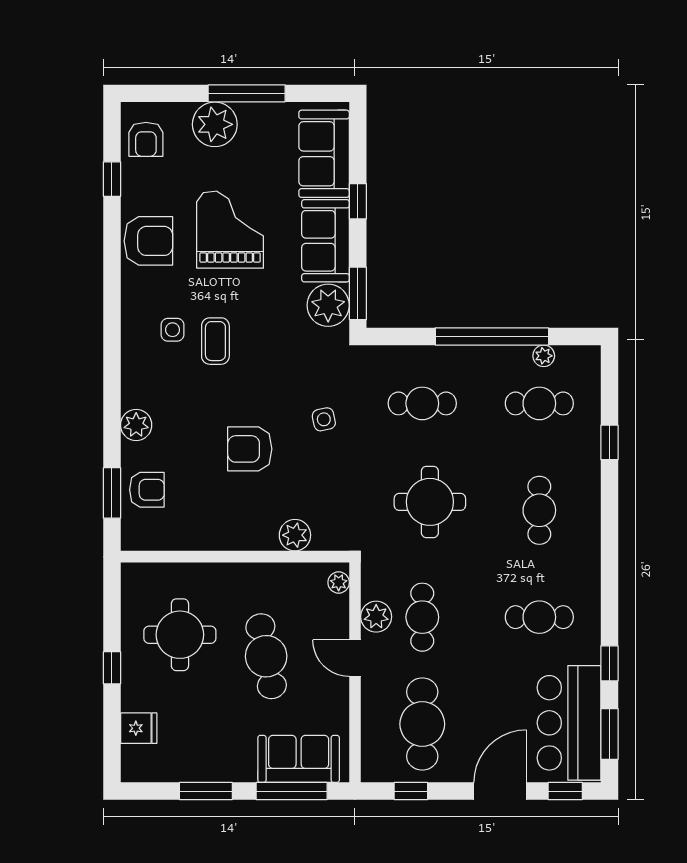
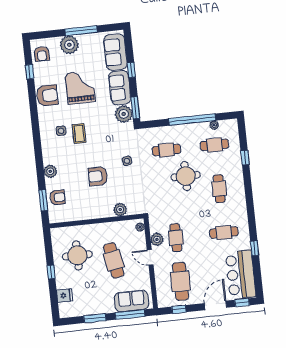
round table: (430, 502) -> (186, 176), moved
window: (609, 734) -> (258, 277), removed

